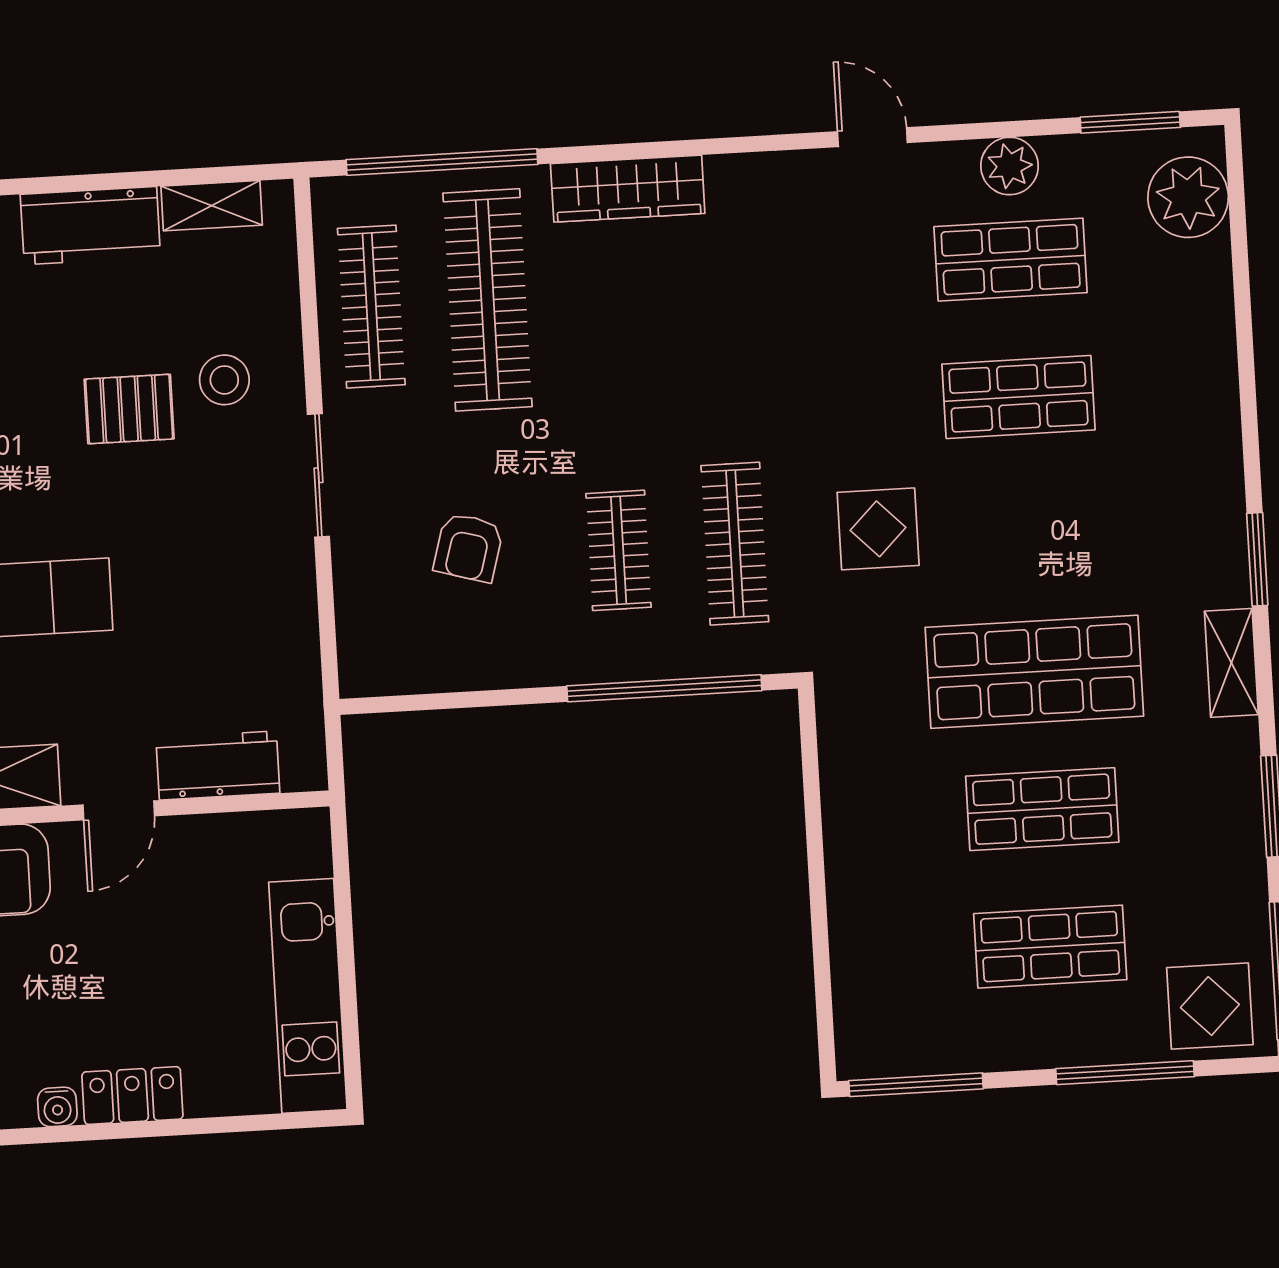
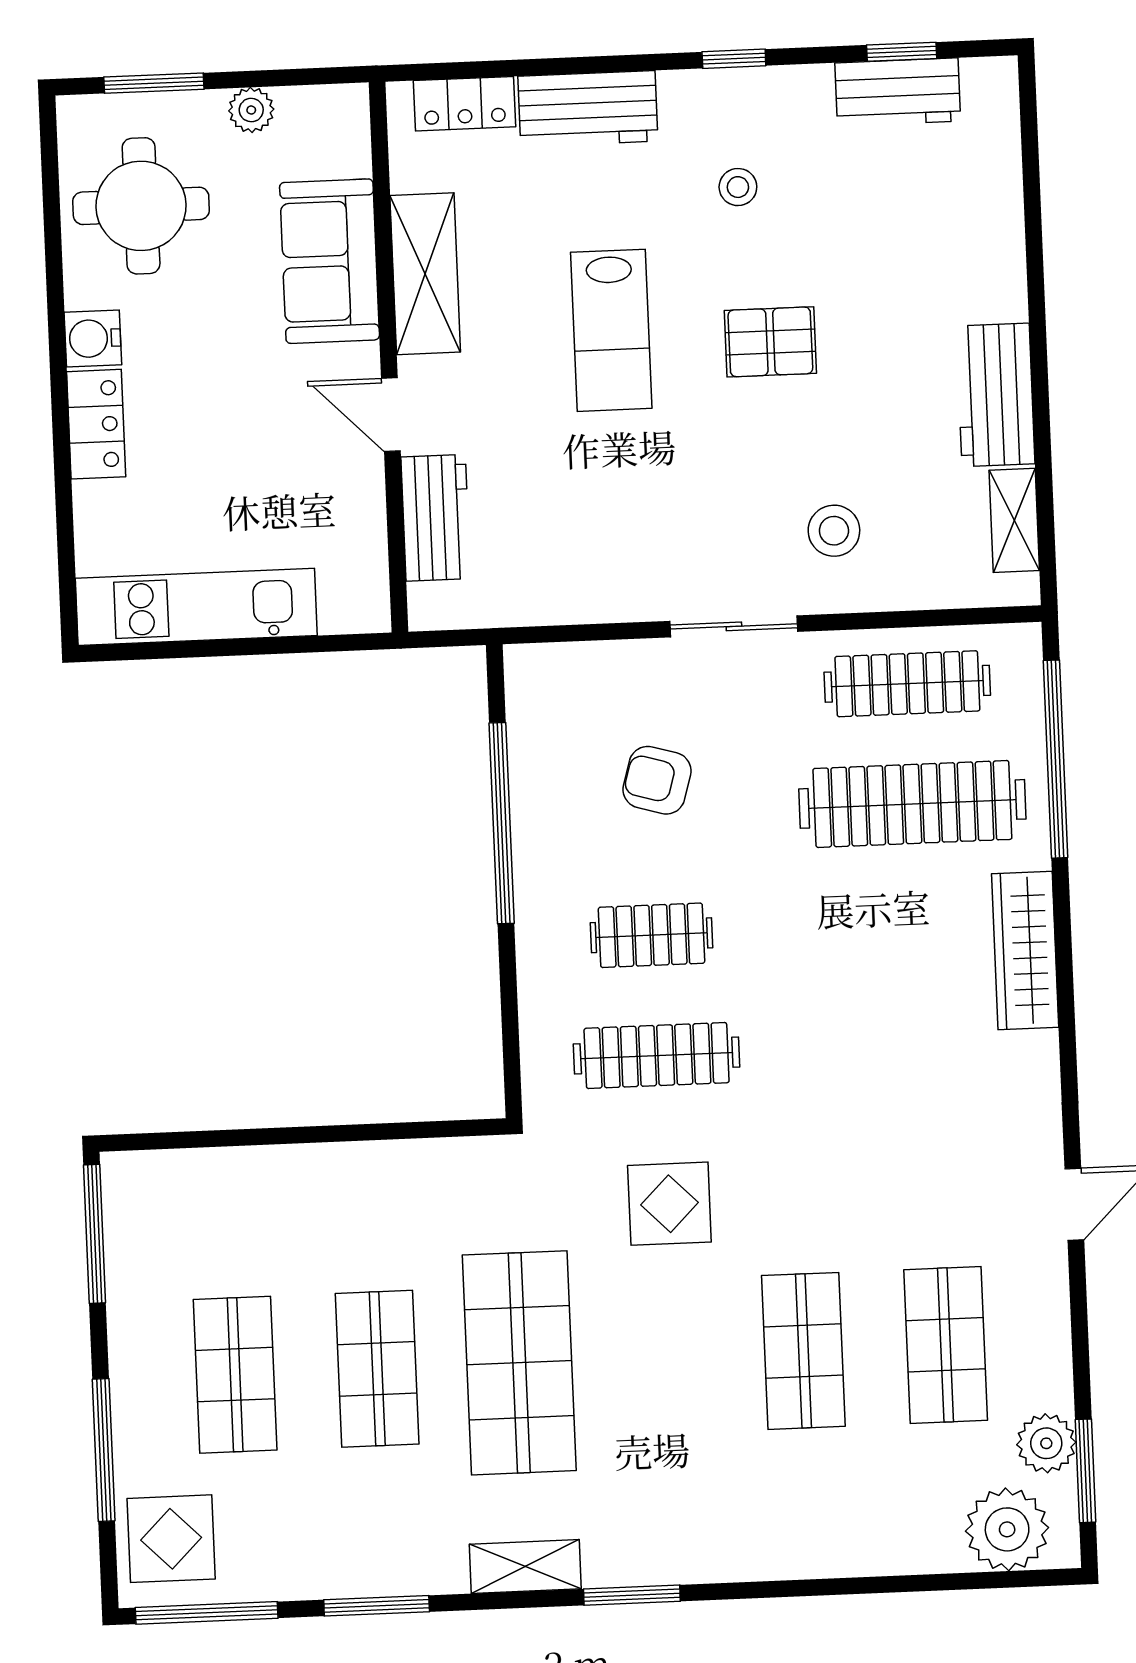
plant: (1010, 166) -> (1046, 1443), moved
pallet: (129, 409) -> (770, 342), moved, turned 90
window: (664, 688) -> (502, 823), moved
water cooler: (57, 1107) -> (93, 338), width x1.38, depth x1.38

